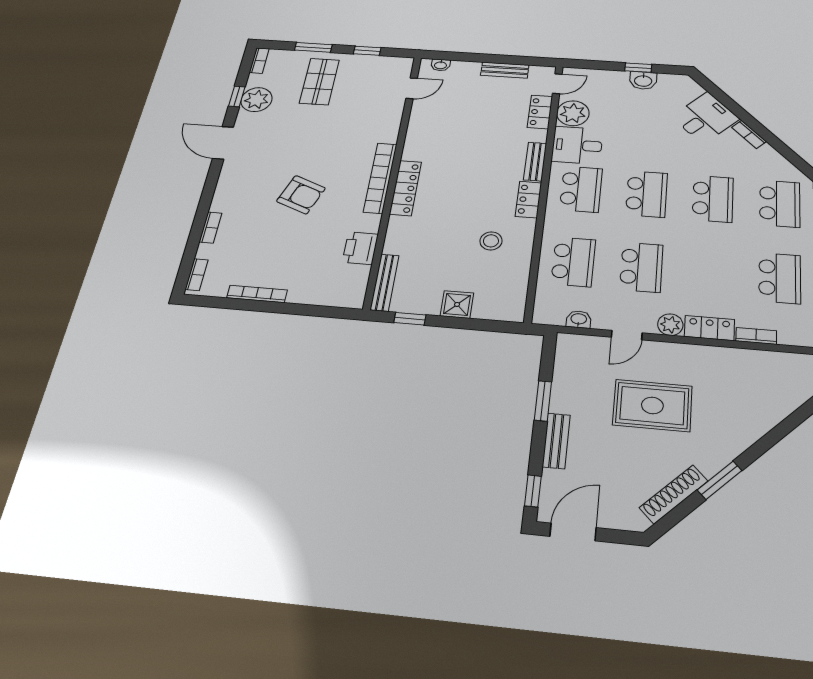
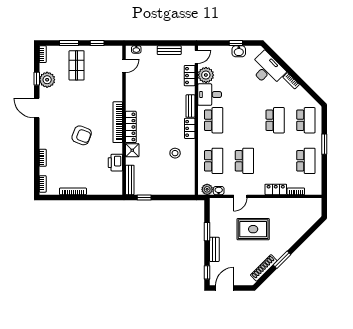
desk: (705, 118) -> (267, 69), width x1.37
school desk: (646, 194) -> (244, 120), removed
shower: (457, 304) -> (132, 150), moved
plant: (670, 325) -> (207, 189), moved

